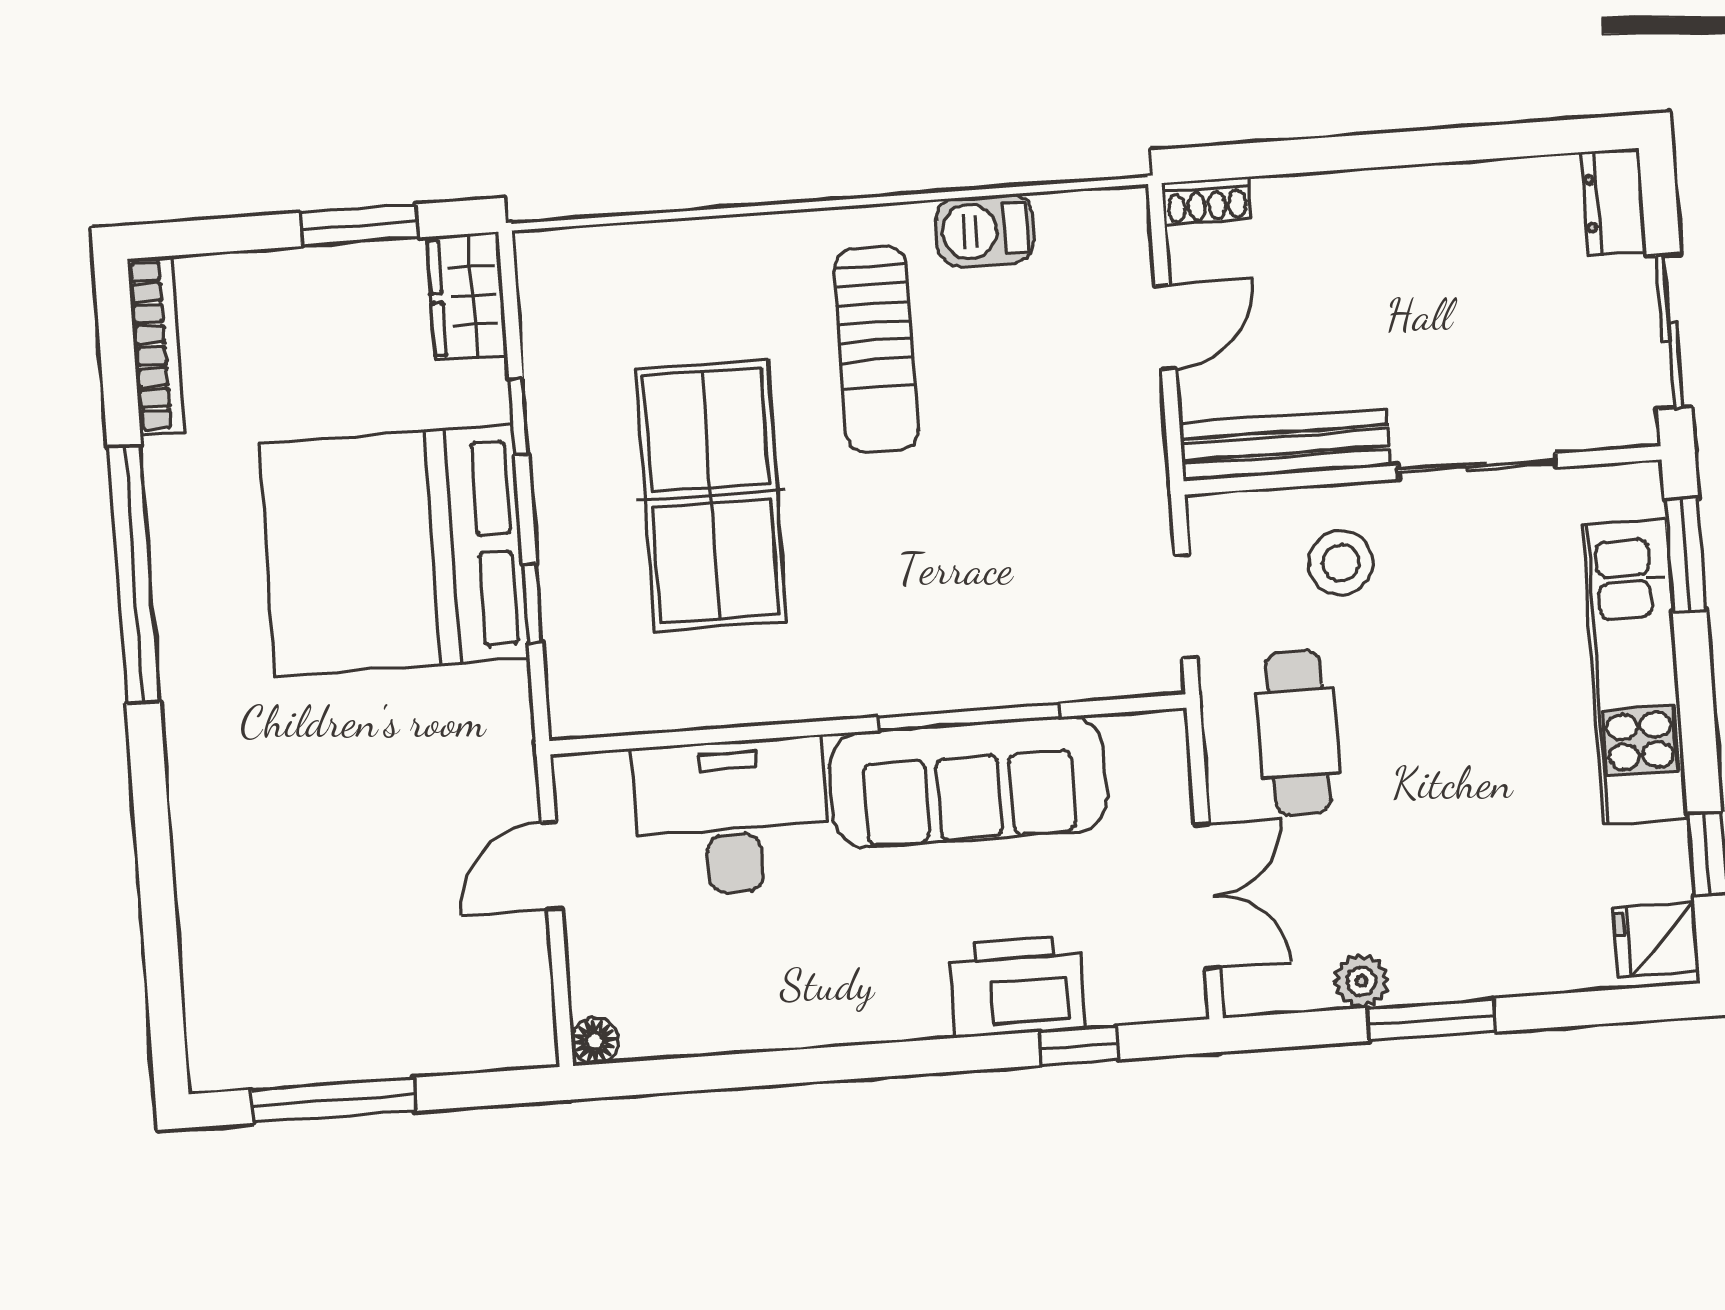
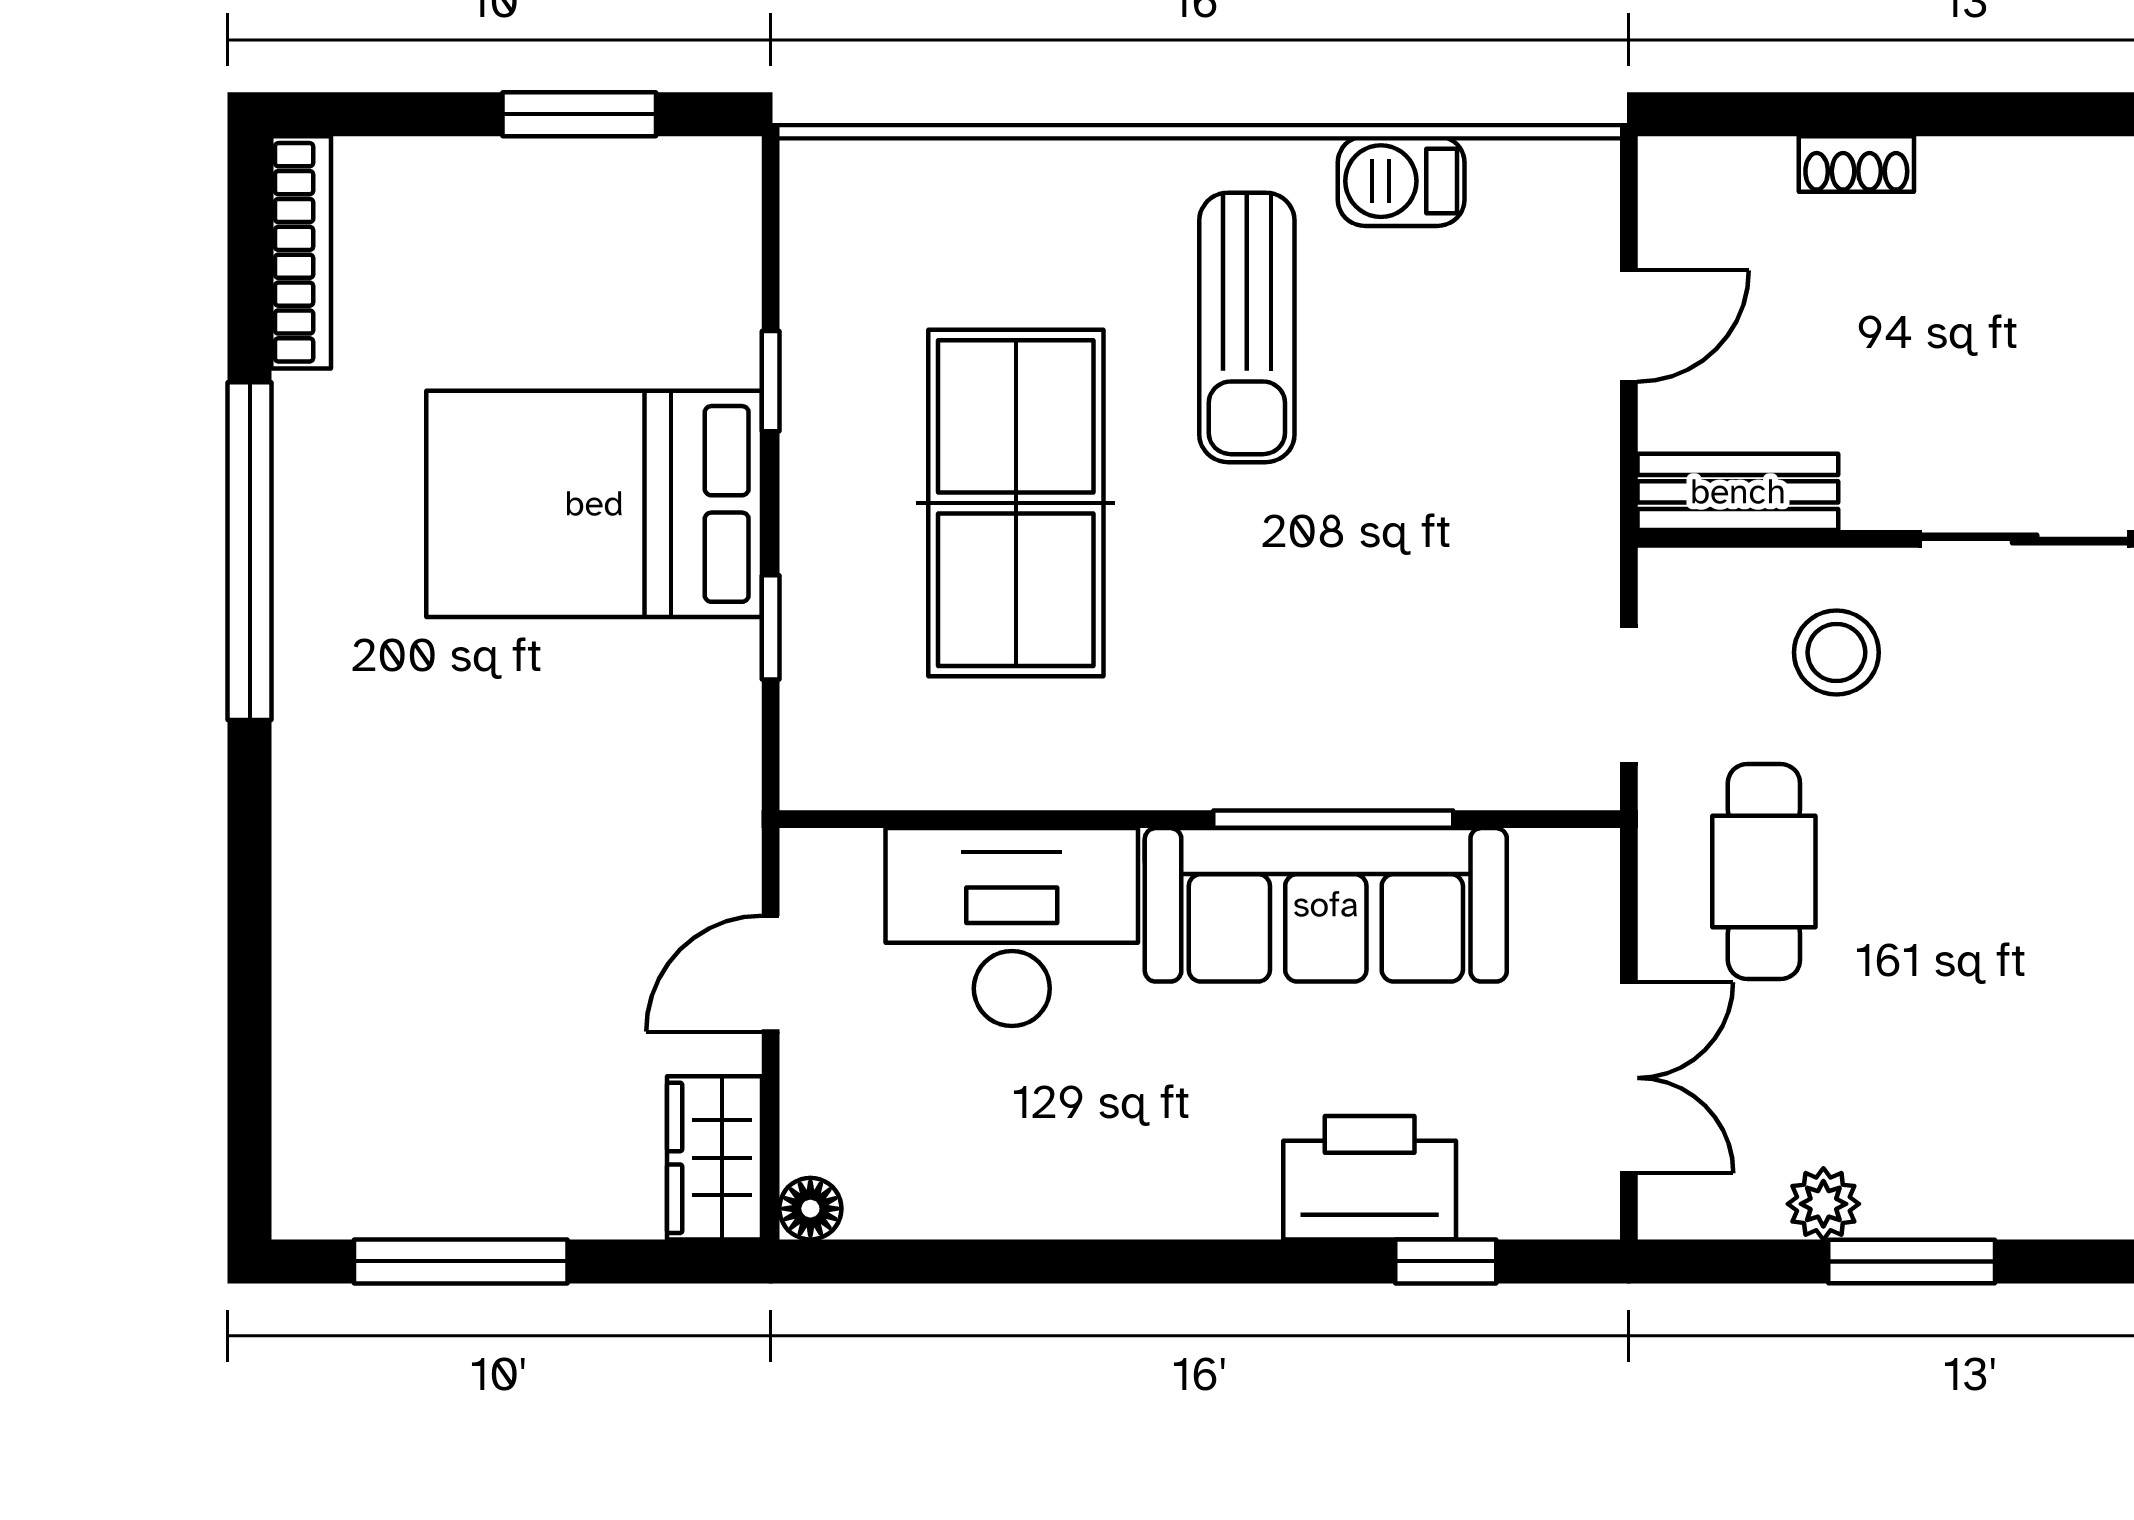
shoe rack: (1207, 201) -> (1856, 164), moved
wardrobe: (467, 296) -> (714, 1158), moved
bench: (1285, 445) -> (1738, 492), width x0.73
bed: (394, 551) -> (594, 504), width x0.73

